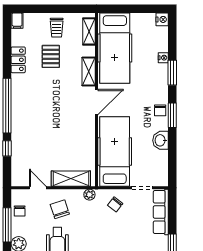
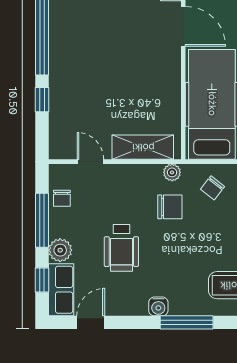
door: (97, 102) -> (183, 26), hinge flipped
chair: (60, 209) -> (170, 207), moved, turned 108

